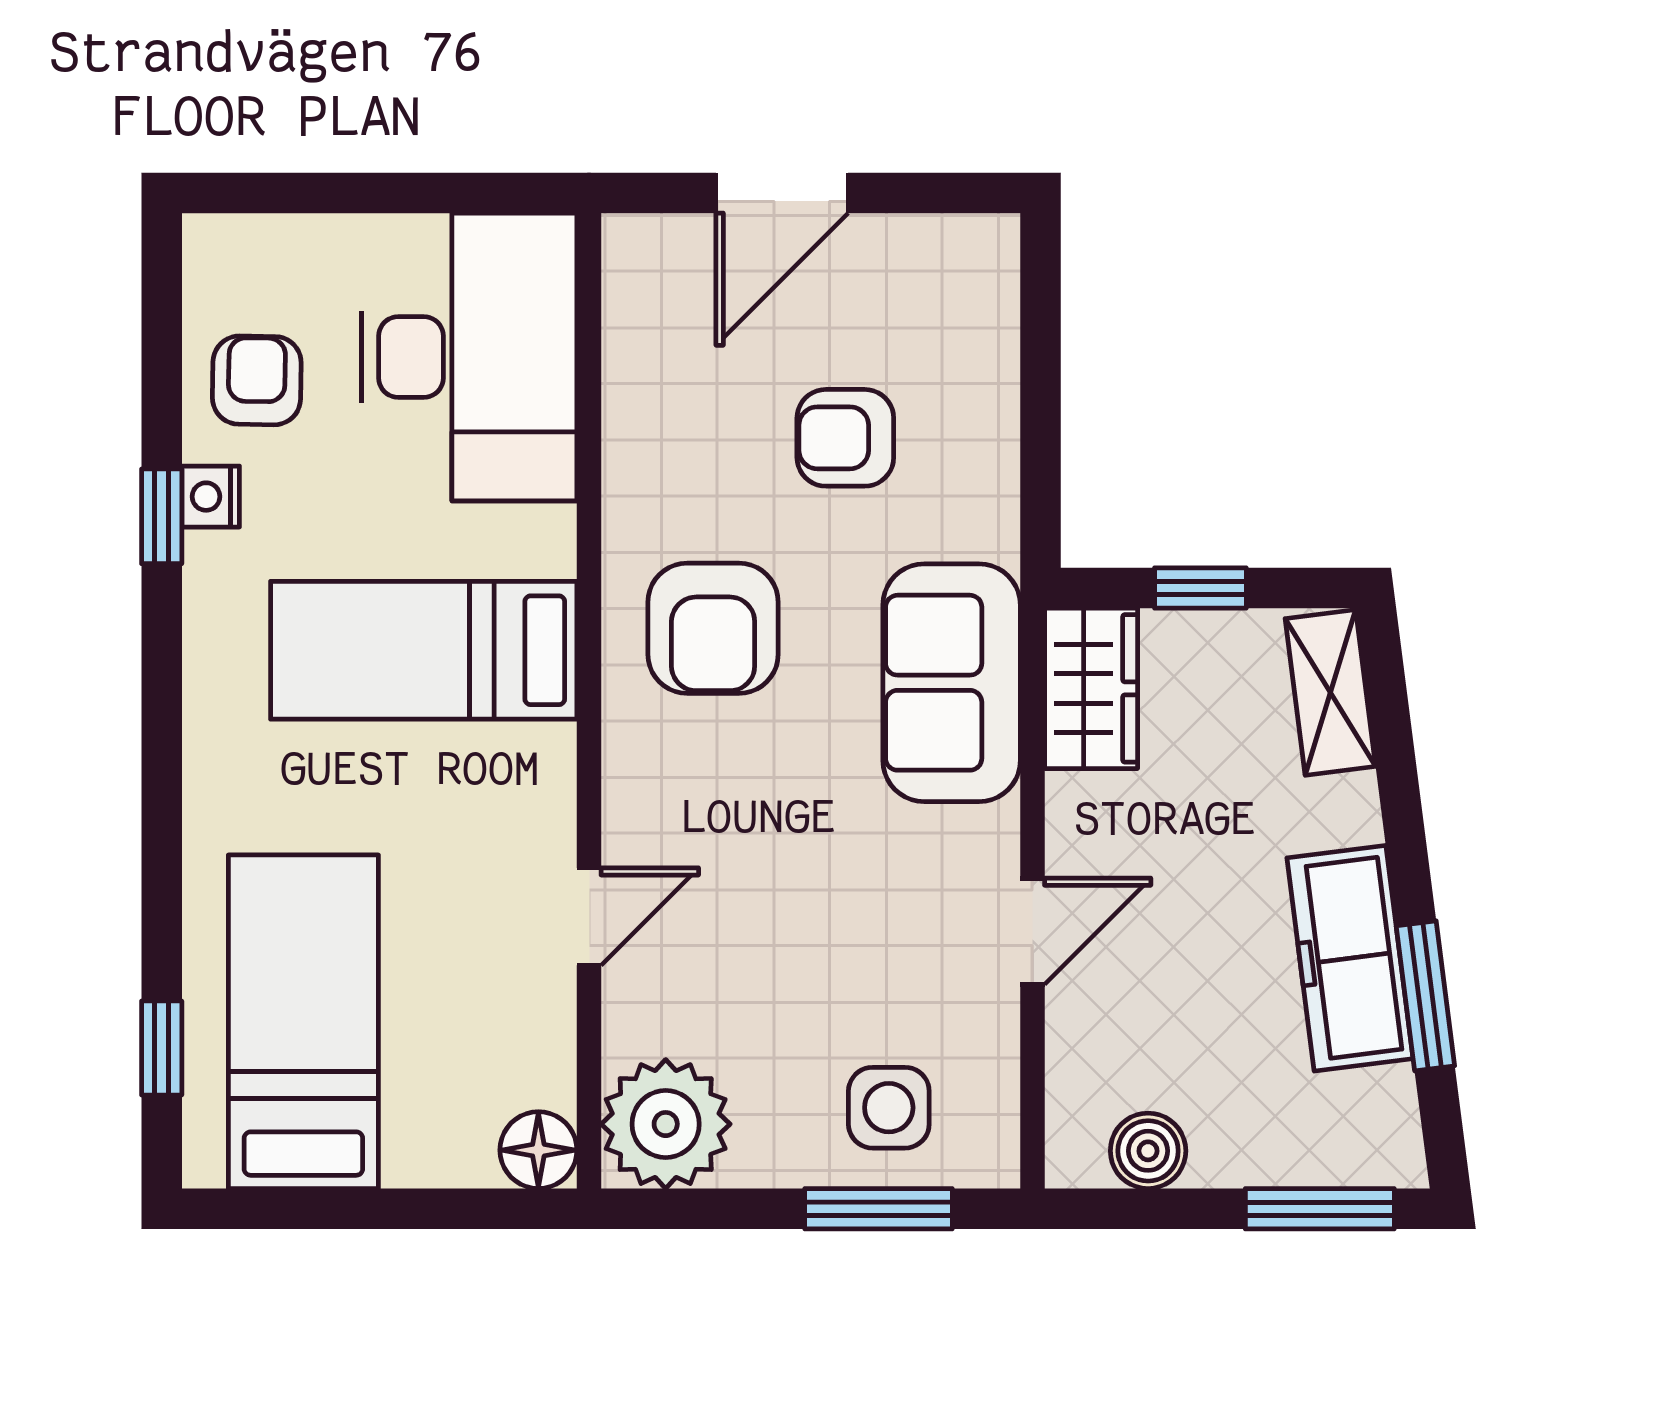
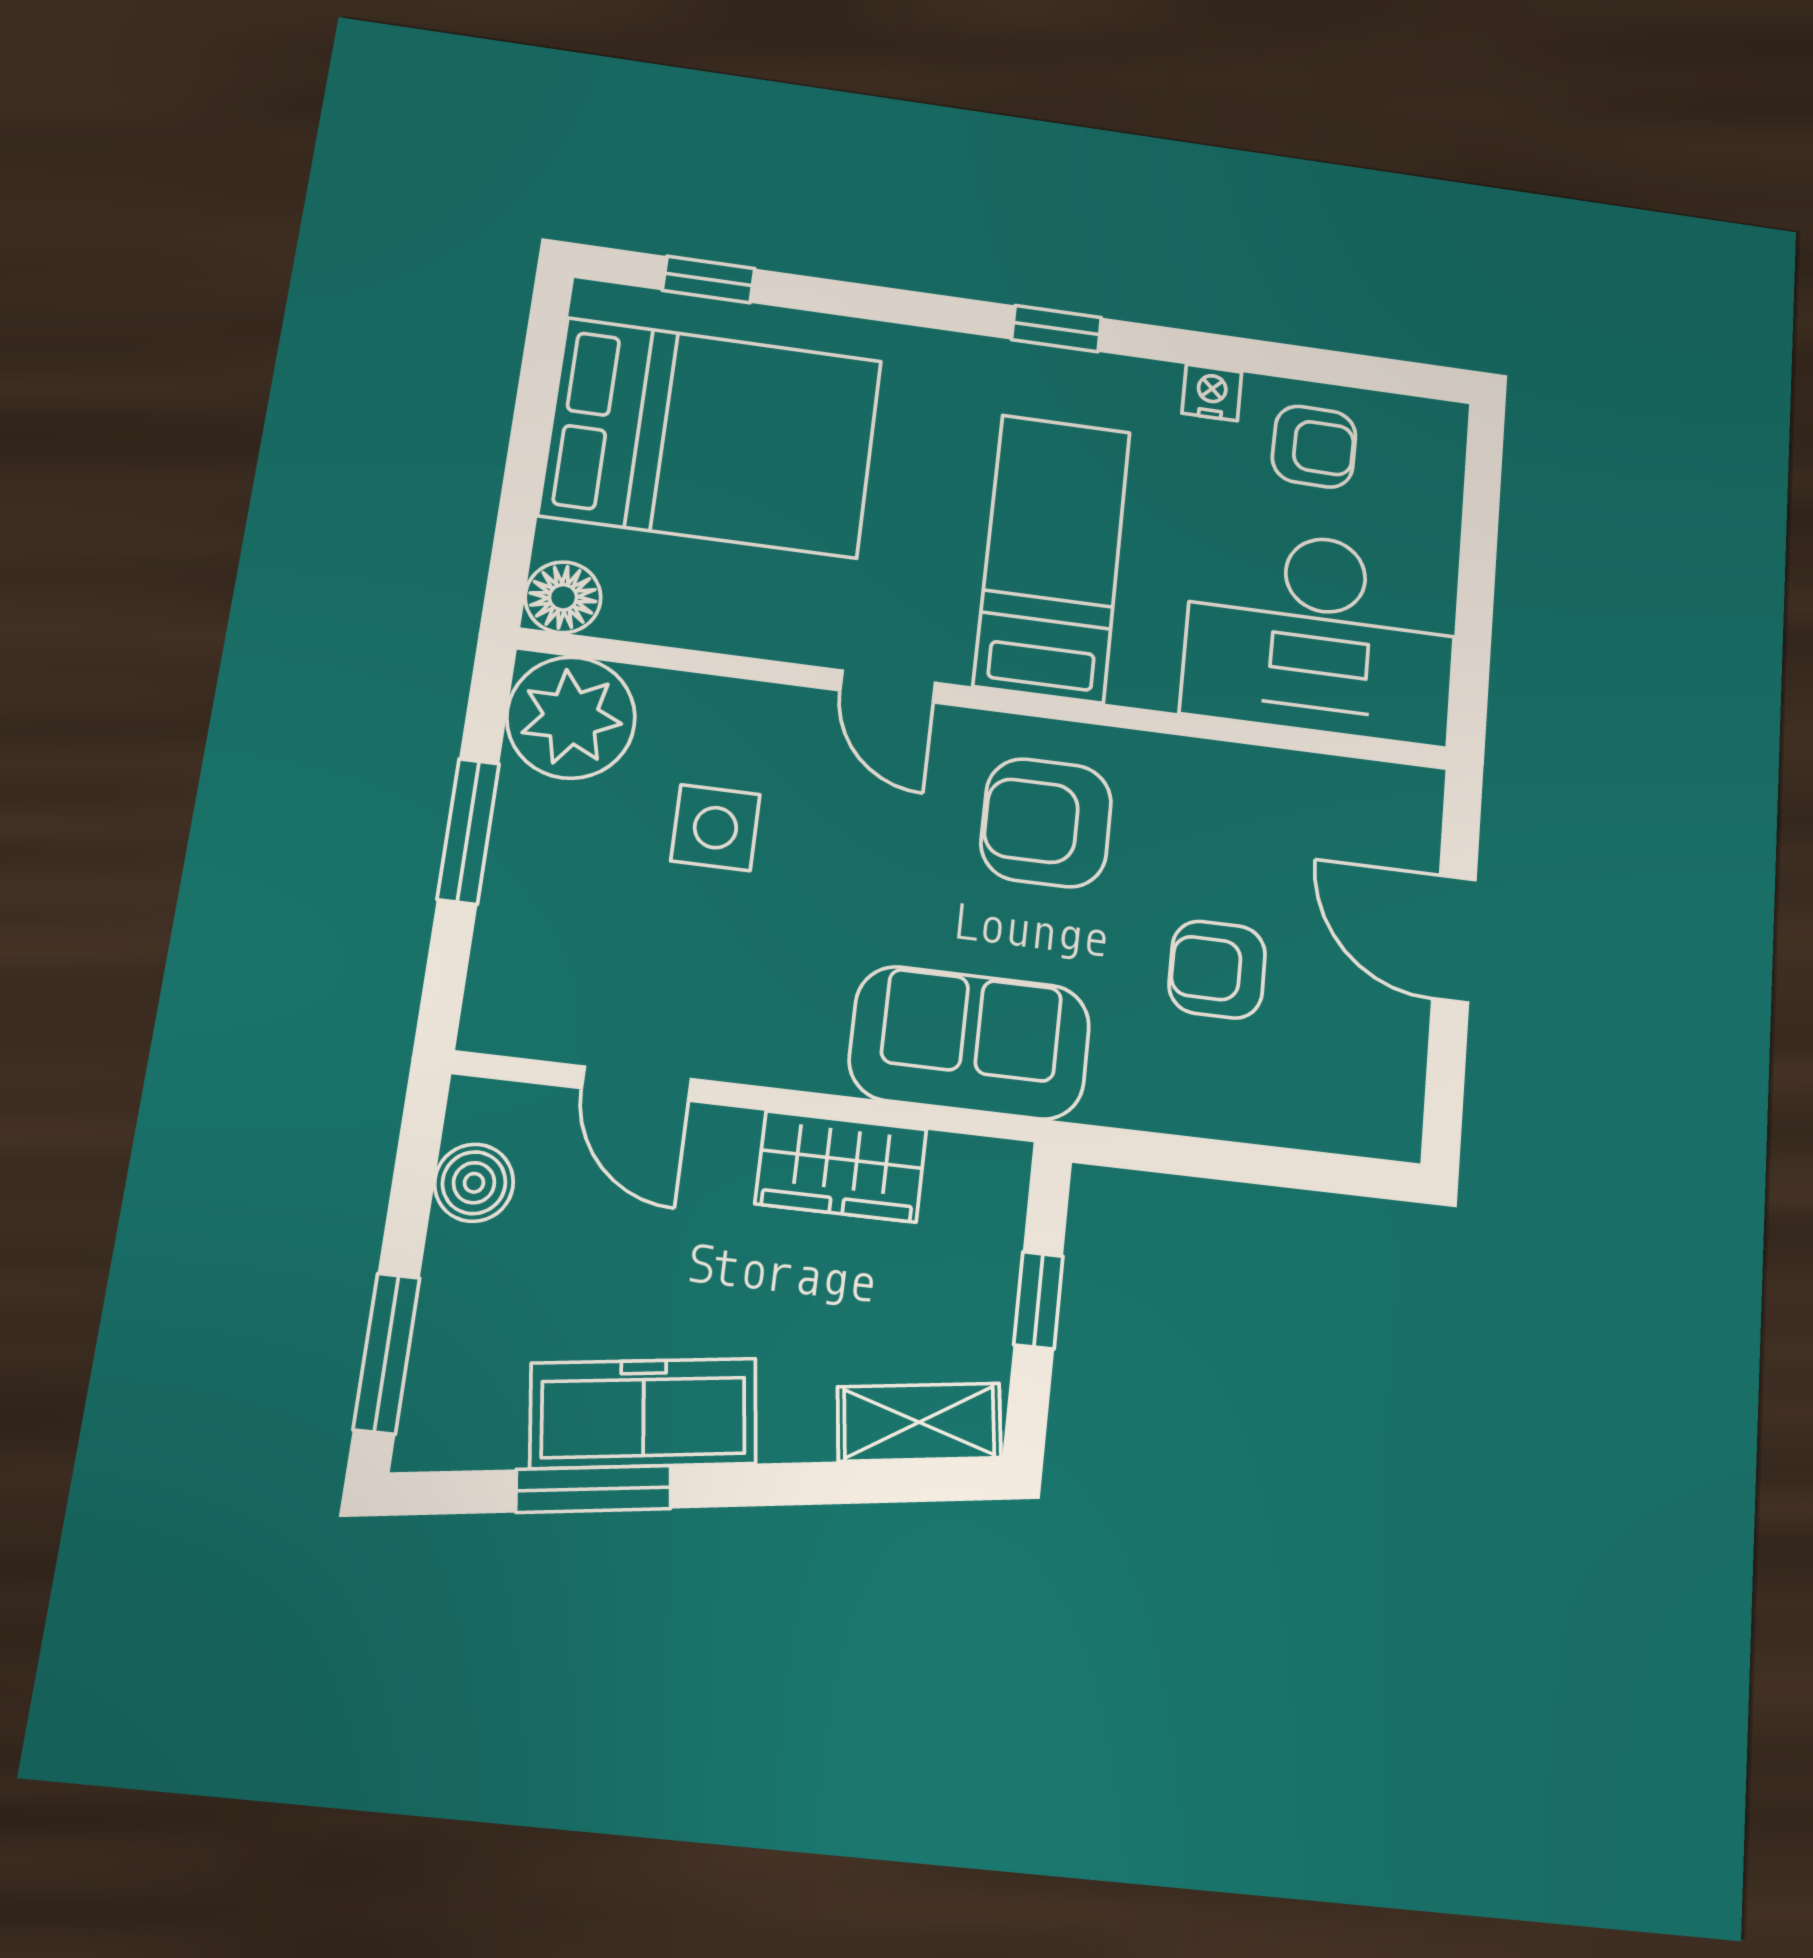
armchair: (845, 438) -> (1217, 970), turned -90
window: (162, 516) -> (1057, 329), moved
wardrobe: (1091, 688) -> (841, 1167), moved
door: (589, 917) -> (888, 687), moved
door: (1032, 931) -> (637, 1084), moved
bed: (303, 1022) -> (712, 438), width x1.50
side table: (889, 1108) -> (715, 828), moved
window: (879, 1209) -> (468, 831), moved

